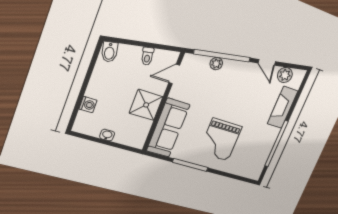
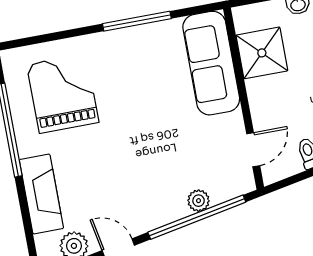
shower: (146, 105) -> (262, 53), moved
grand piano: (220, 140) -> (63, 93), moved

